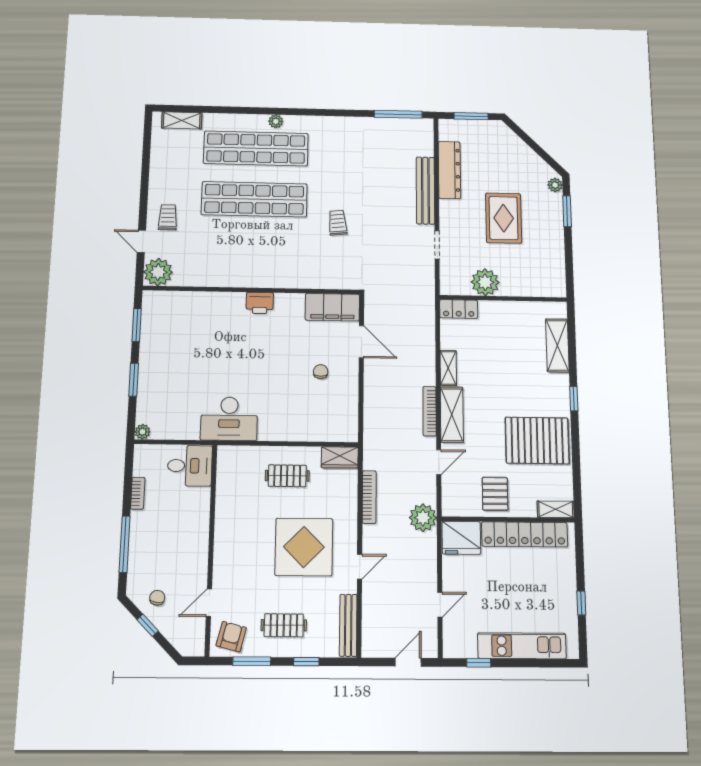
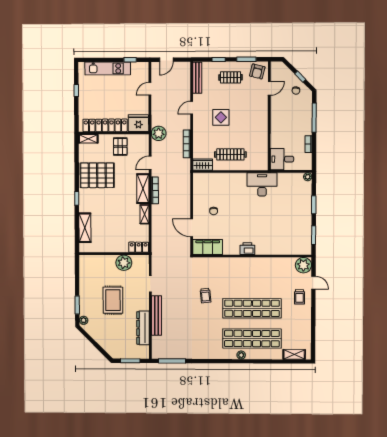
clothes rail: (287, 476) -> (230, 154), width x1.36
display table: (304, 547) -> (221, 117), width x0.54, depth x0.54

